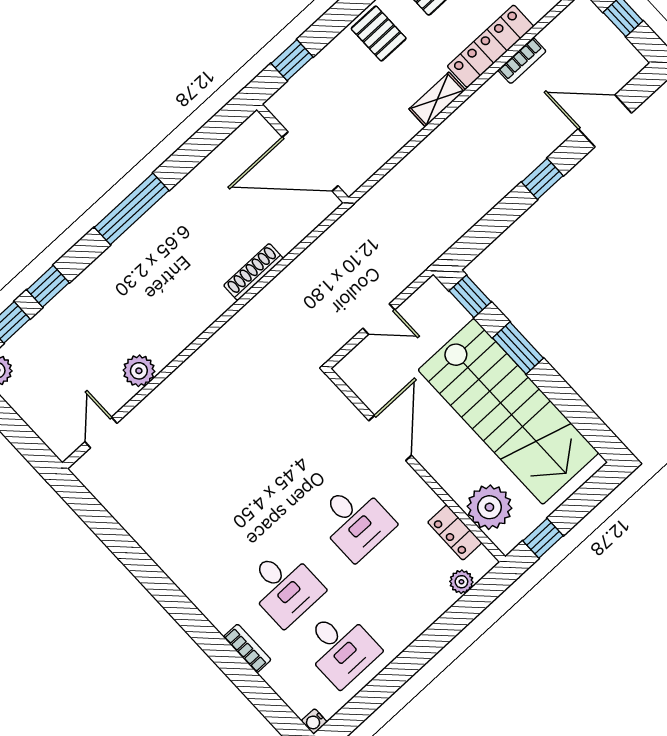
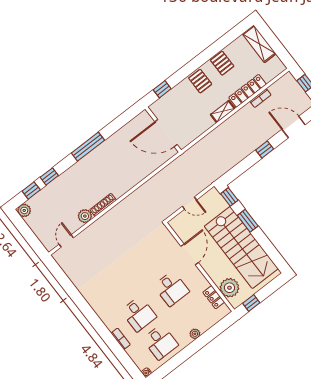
shoe rack: (253, 272) -> (103, 205), moved
plant: (461, 582) -> (195, 334), moved

